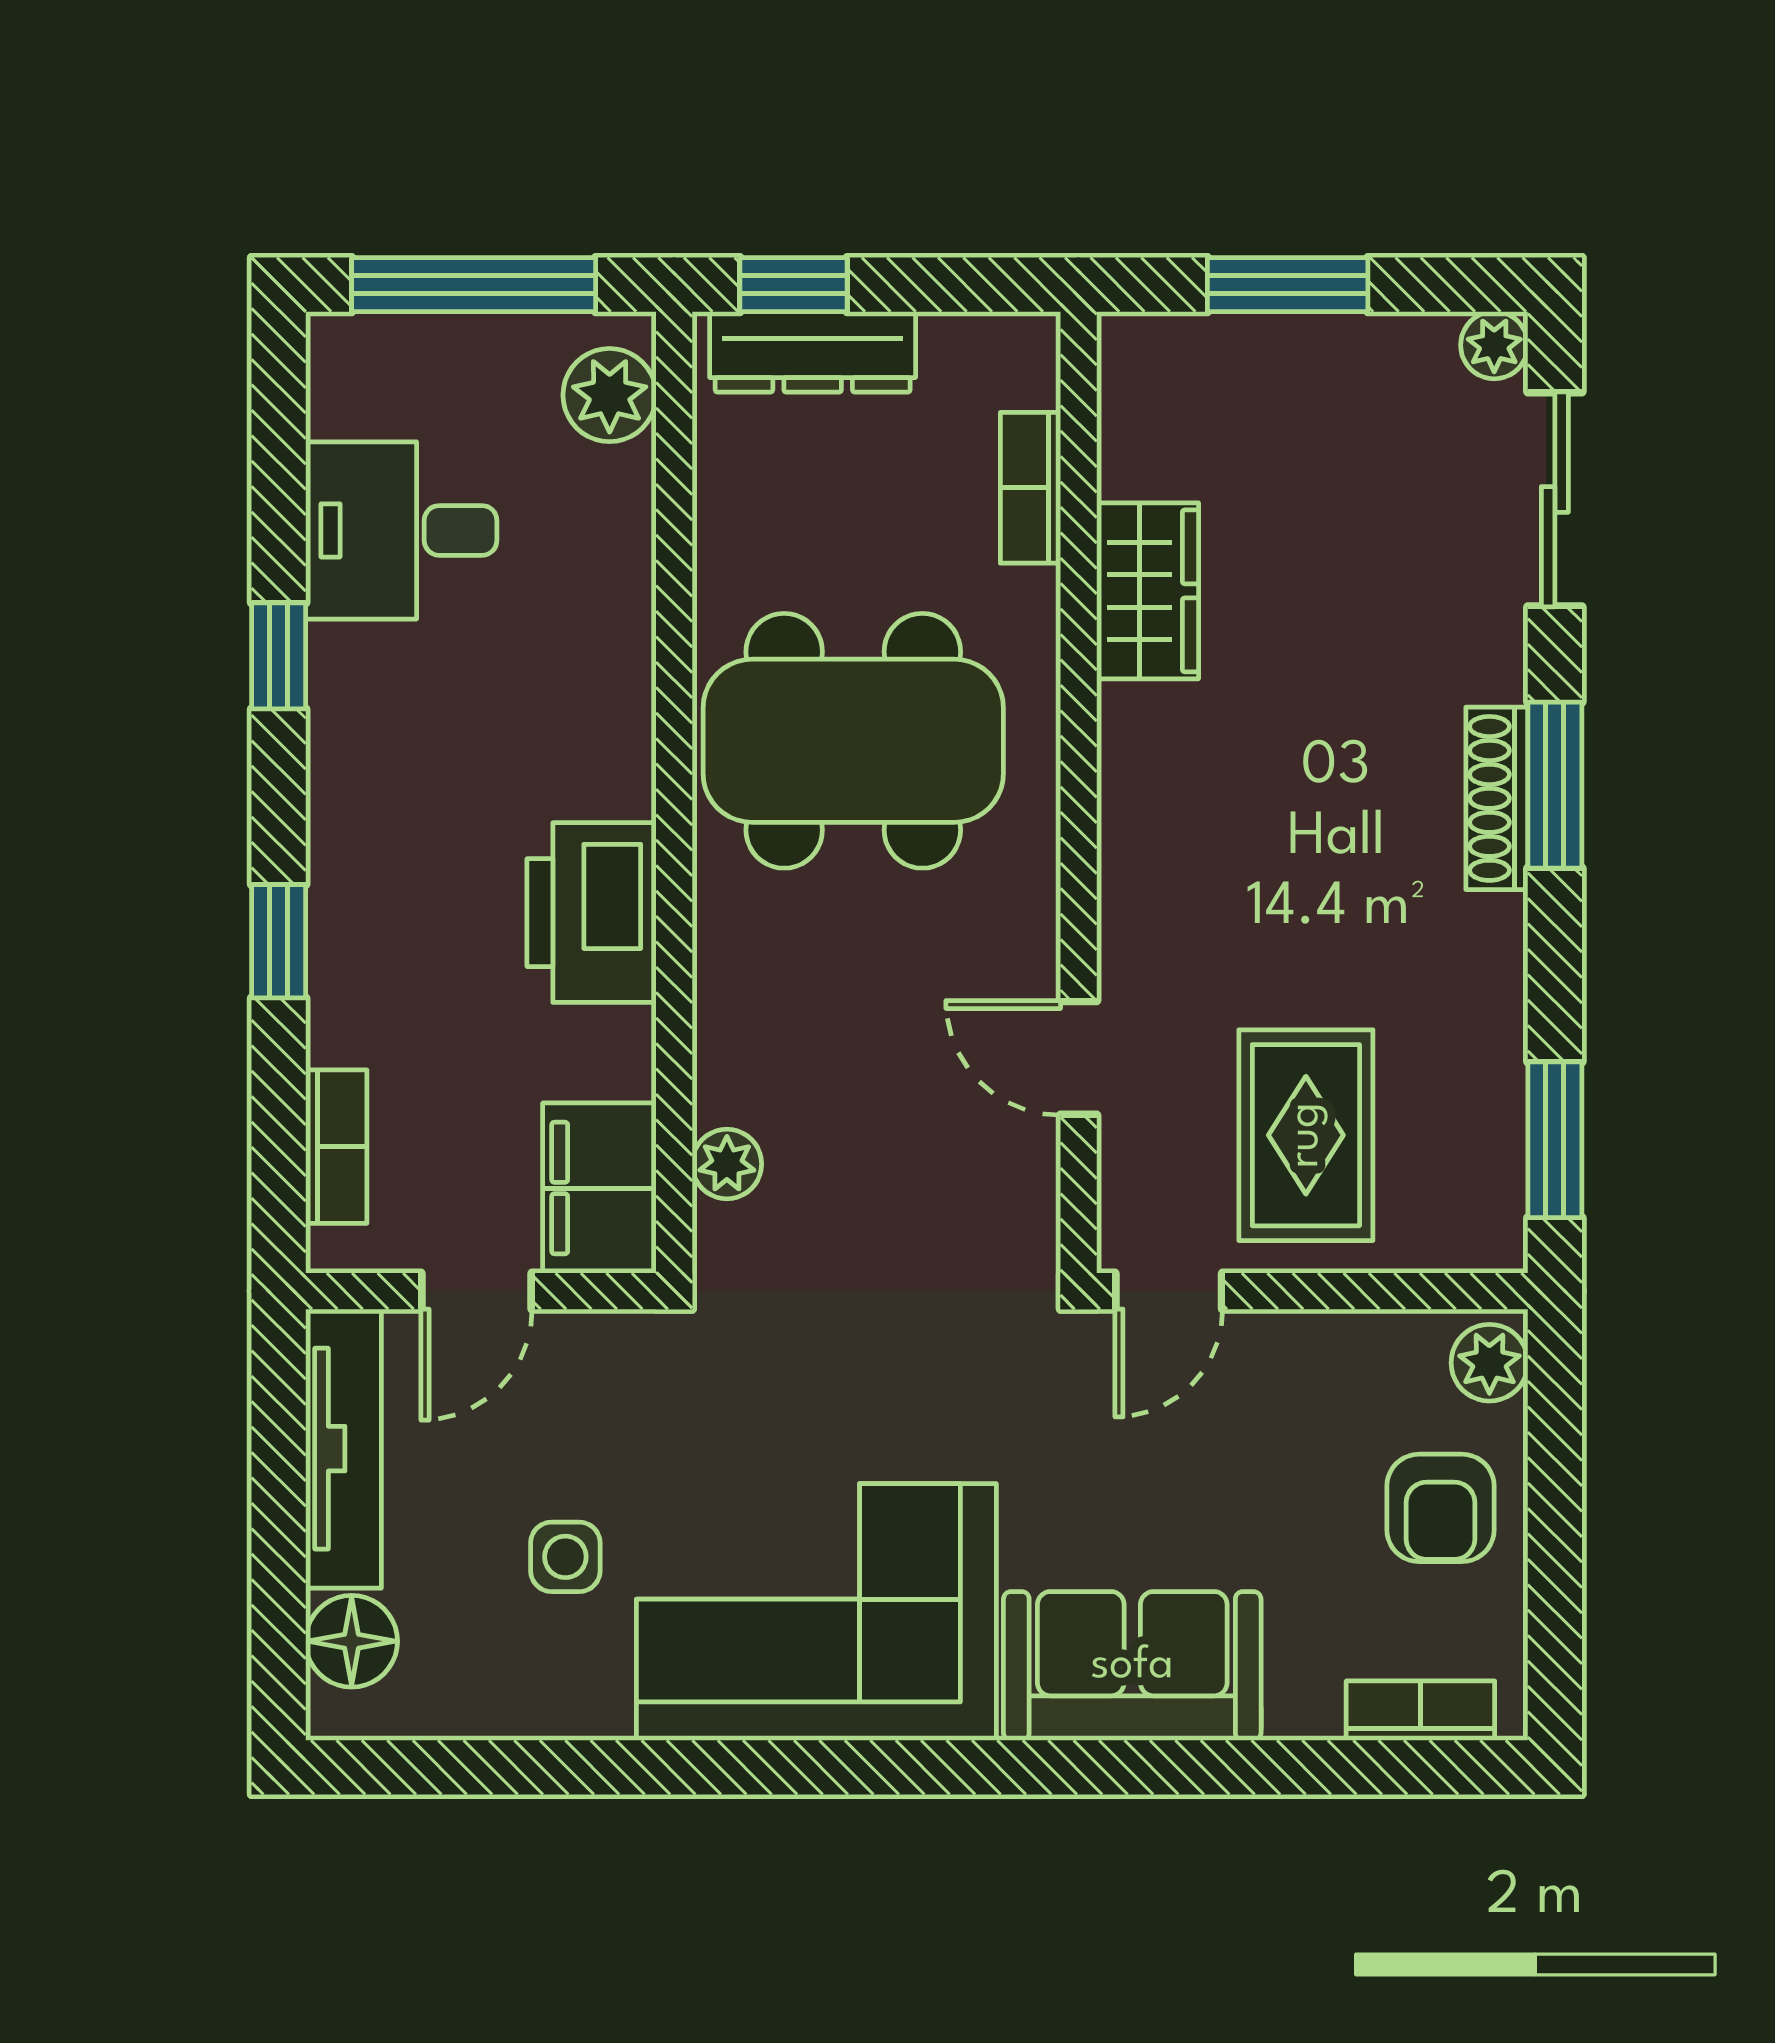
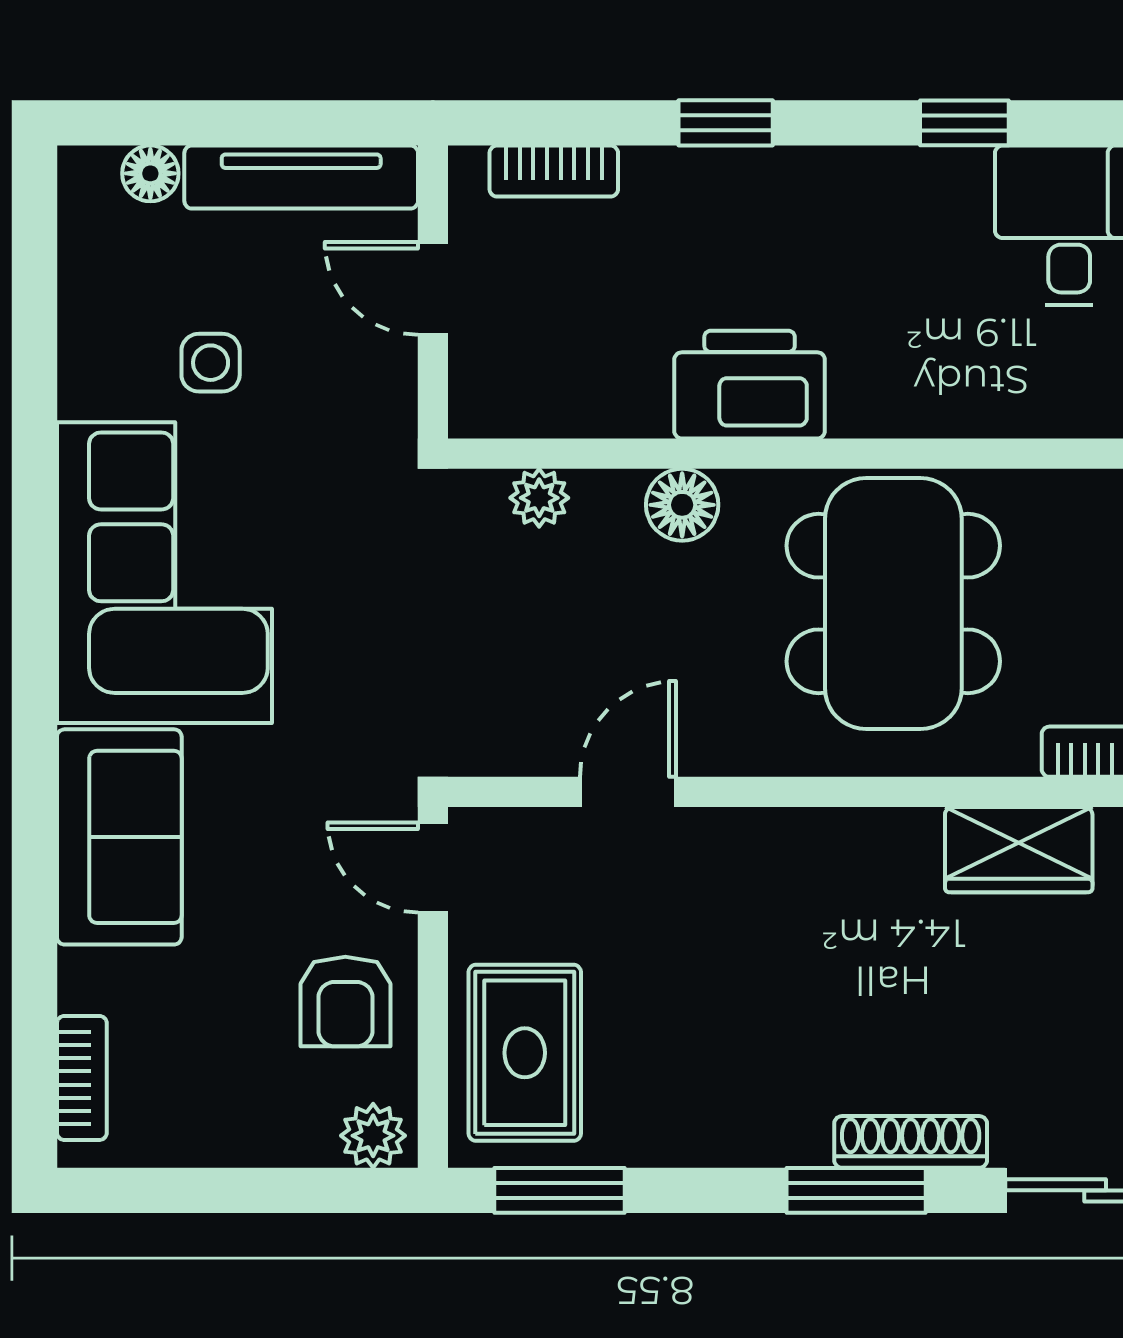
shoe rack: (1497, 798) -> (911, 1142), moved
floor lamp: (735, 993) -> (682, 505), added
rug: (1306, 1135) -> (525, 1053), moved, turned 90
filing cabinet: (599, 1188) -> (519, 391), removed
armchair: (1440, 1508) -> (345, 1002), moved, turned -90
floor lamp: (352, 1641) -> (150, 173), width x0.73, depth x0.73

